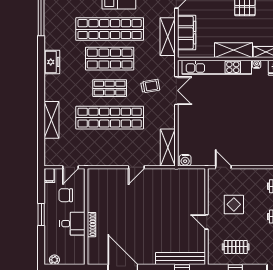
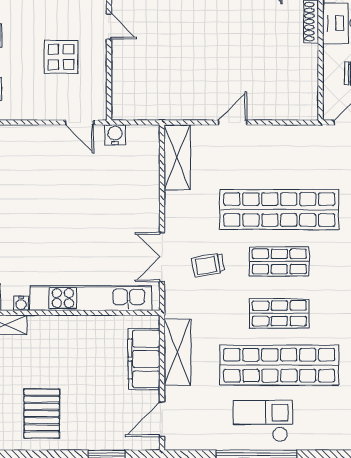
shelving: (234, 50) -> (62, 328), removed
shop shelf: (110, 59) -> (279, 313), width x0.70, depth x0.74
water cooler: (185, 160) -> (115, 135), moved

